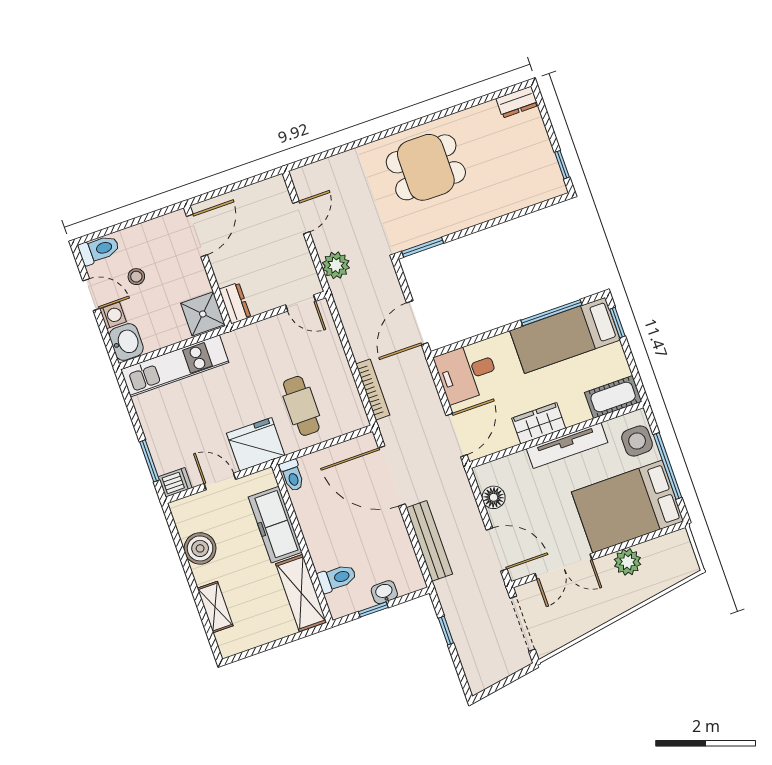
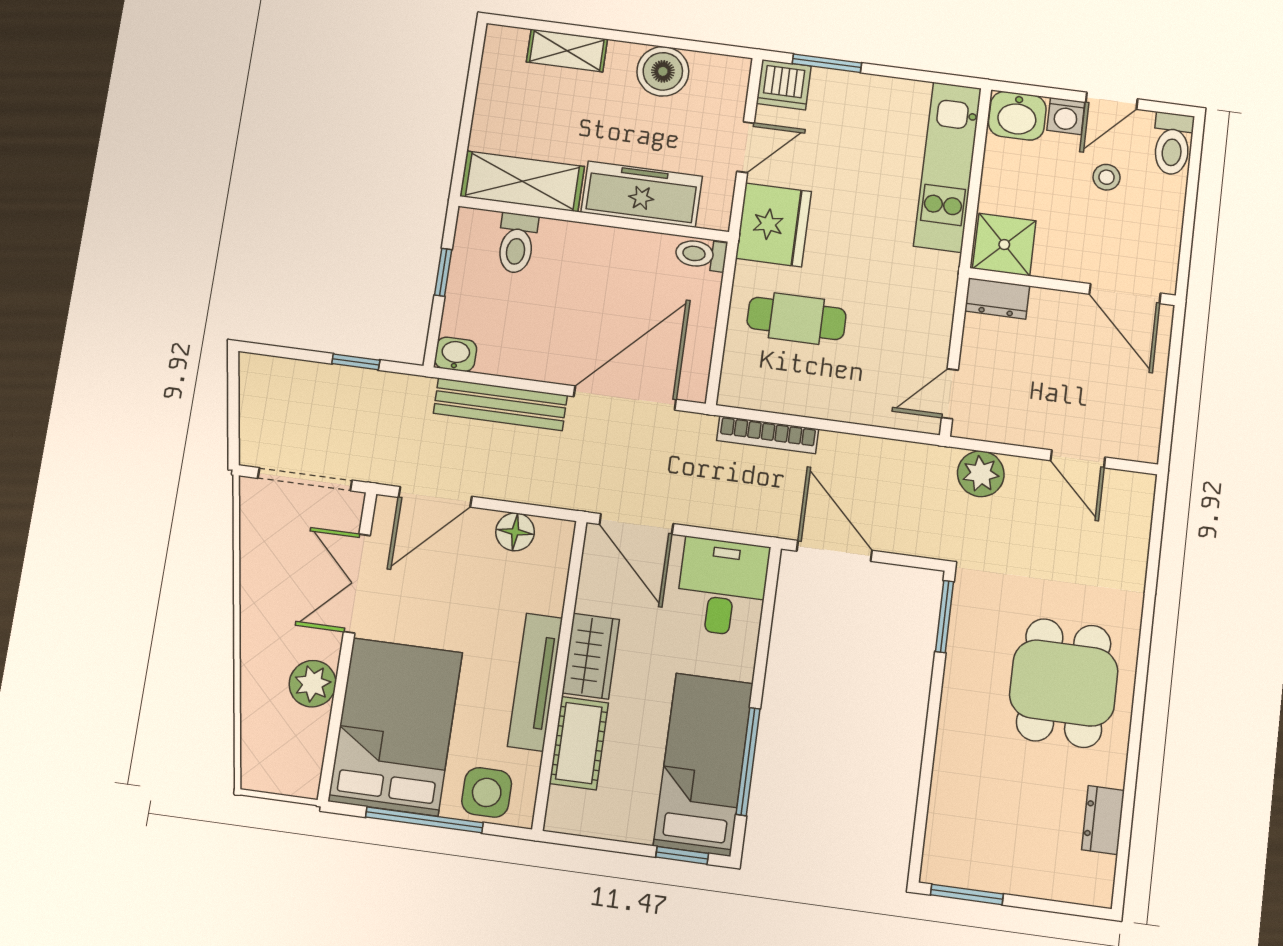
dresser: (517, 102) -> (1103, 820), moved
window: (562, 165) -> (967, 894), width x1.50
cot: (613, 397) -> (579, 743), moved
dishwasher: (175, 482) -> (784, 85), width x1.38
washbasin: (384, 592) -> (456, 354), moved, turned -90

